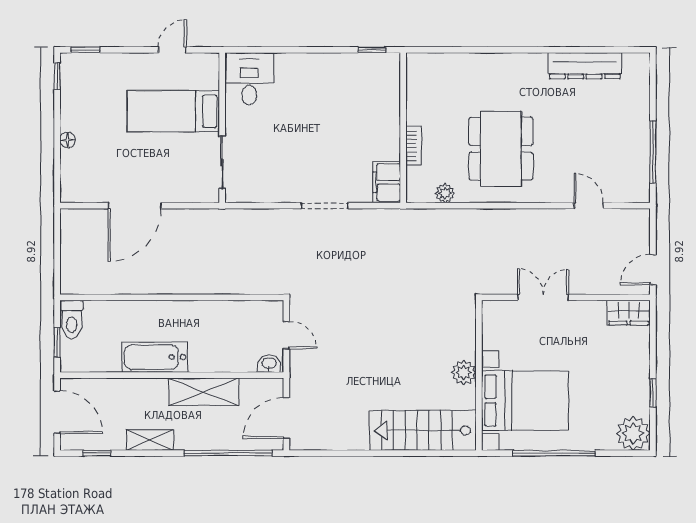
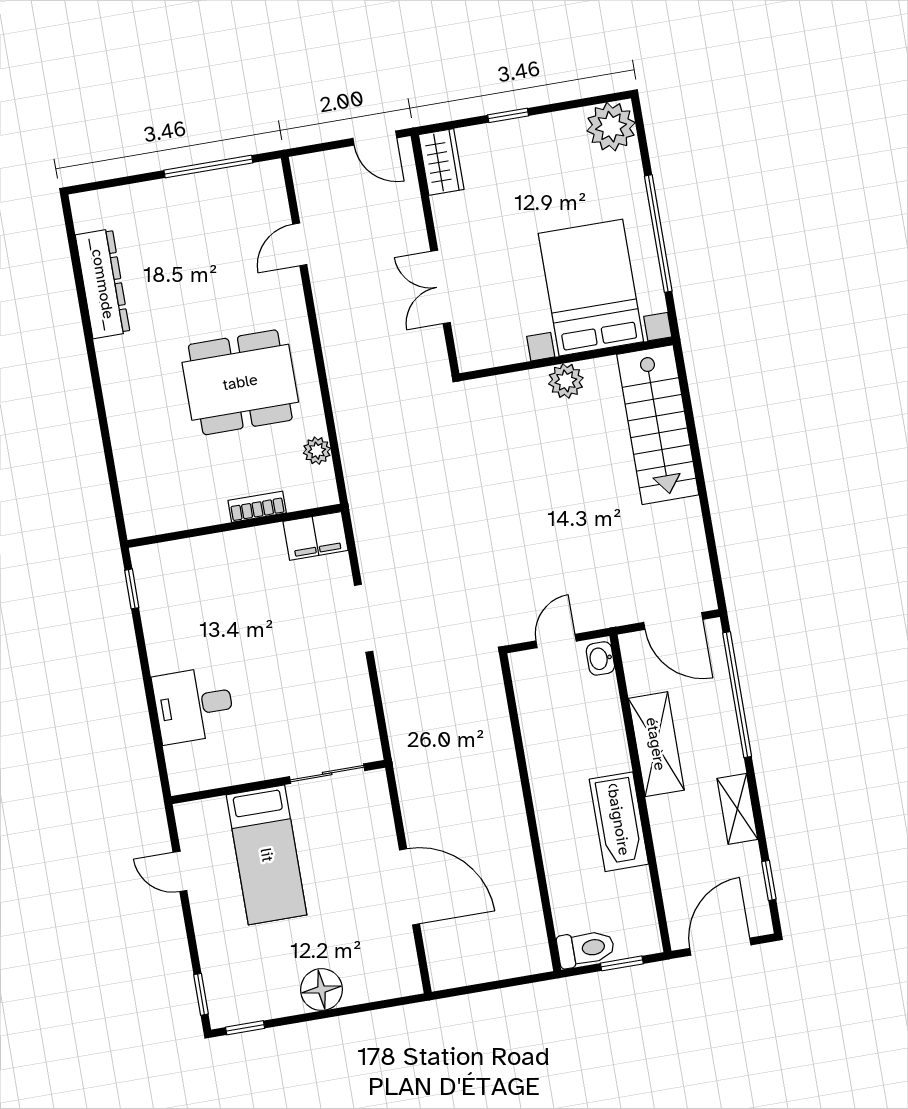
desk: (249, 79) -> (194, 705), moved
floor lamp: (68, 140) -> (322, 990), width x1.89, depth x1.89
window: (653, 393) -> (508, 115), moved

